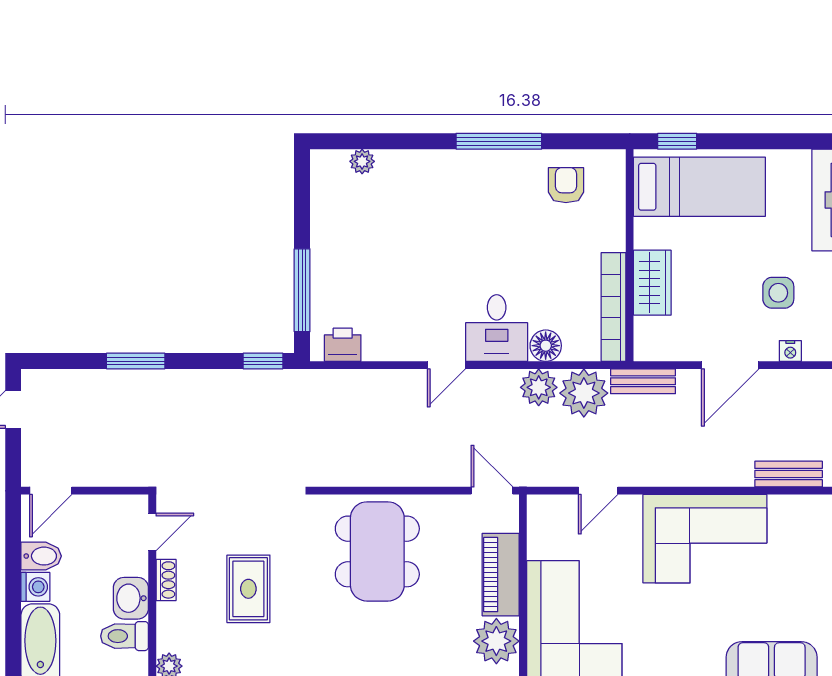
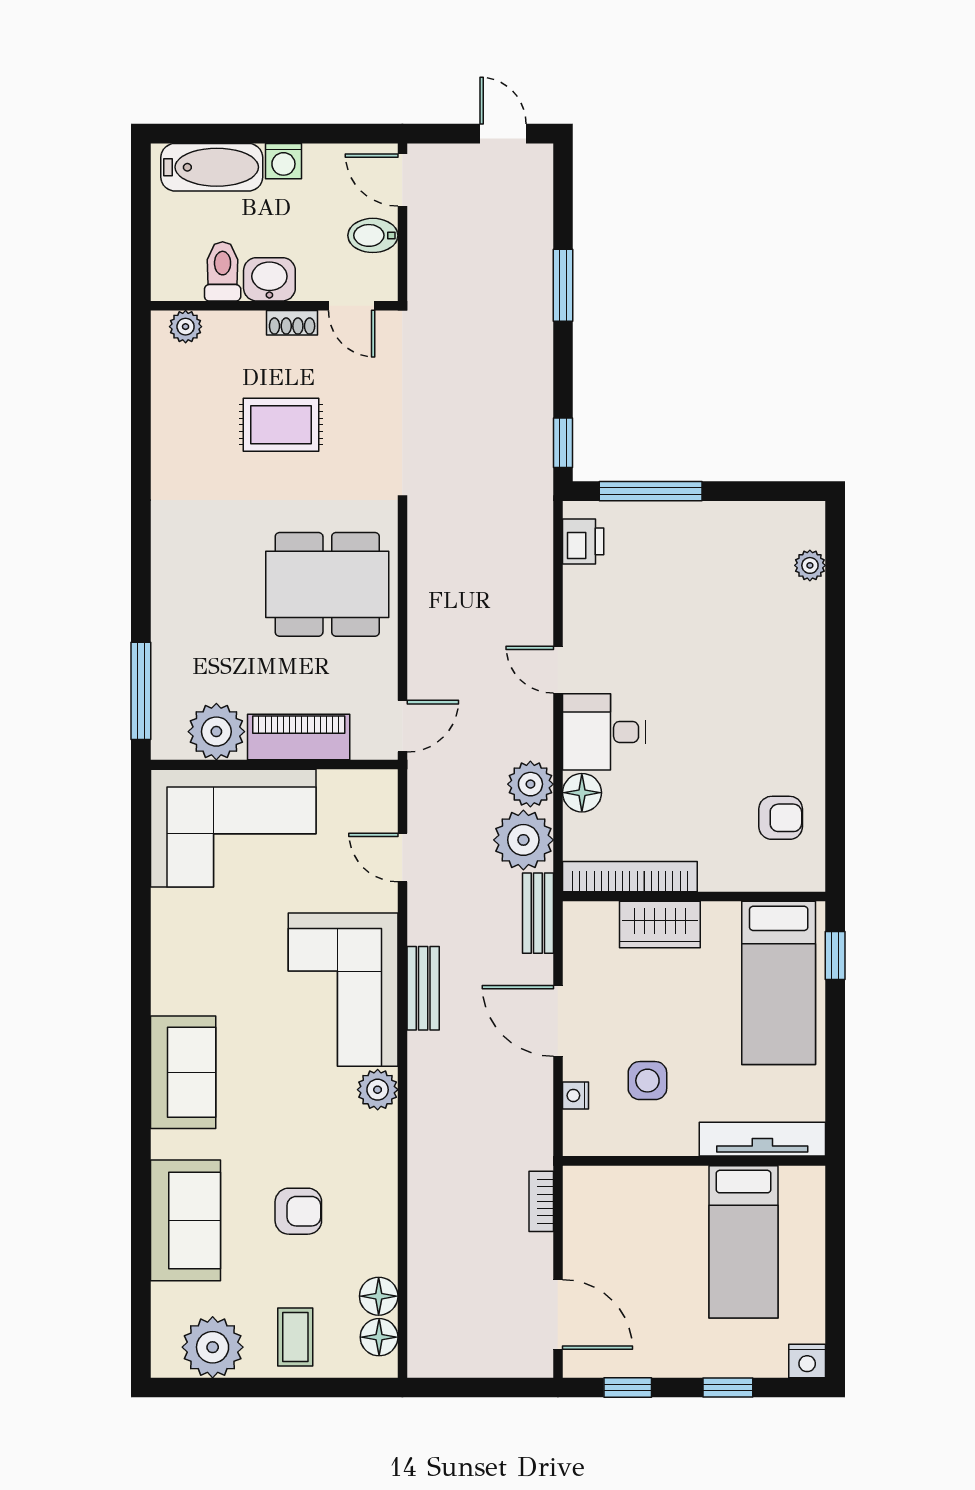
window: (499, 141) -> (835, 735), removed
bench: (789, 474) -> (423, 988), moved
plant: (786, 511) -> (378, 1090), added
bidet: (41, 556) -> (373, 235), moved, turned 90

